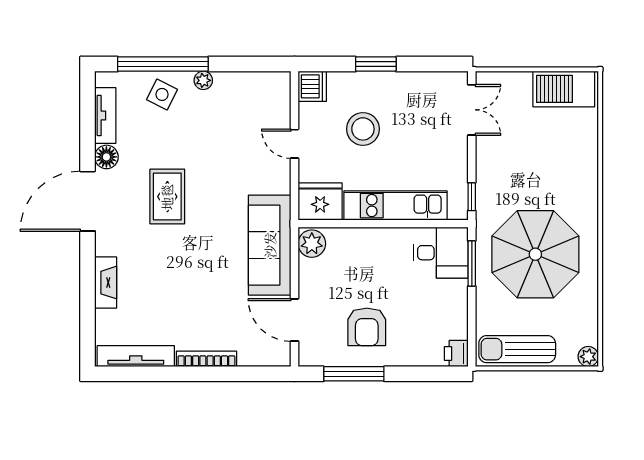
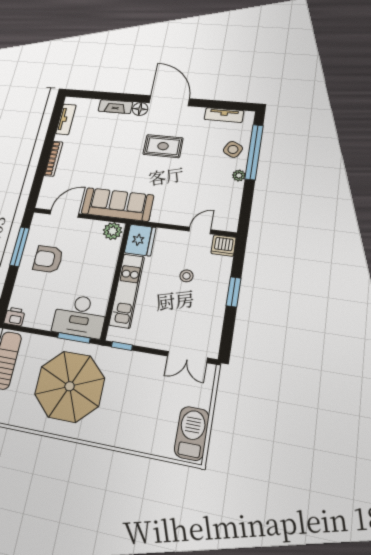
stool: (363, 129) -> (186, 276), width x0.53, depth x0.53
door: (294, 144) -> (200, 230), moved
floor lamp: (106, 157) -> (140, 109), moved
desk: (441, 253) -> (80, 316), width x1.37
tv unit: (136, 356) -> (66, 119), width x0.71

